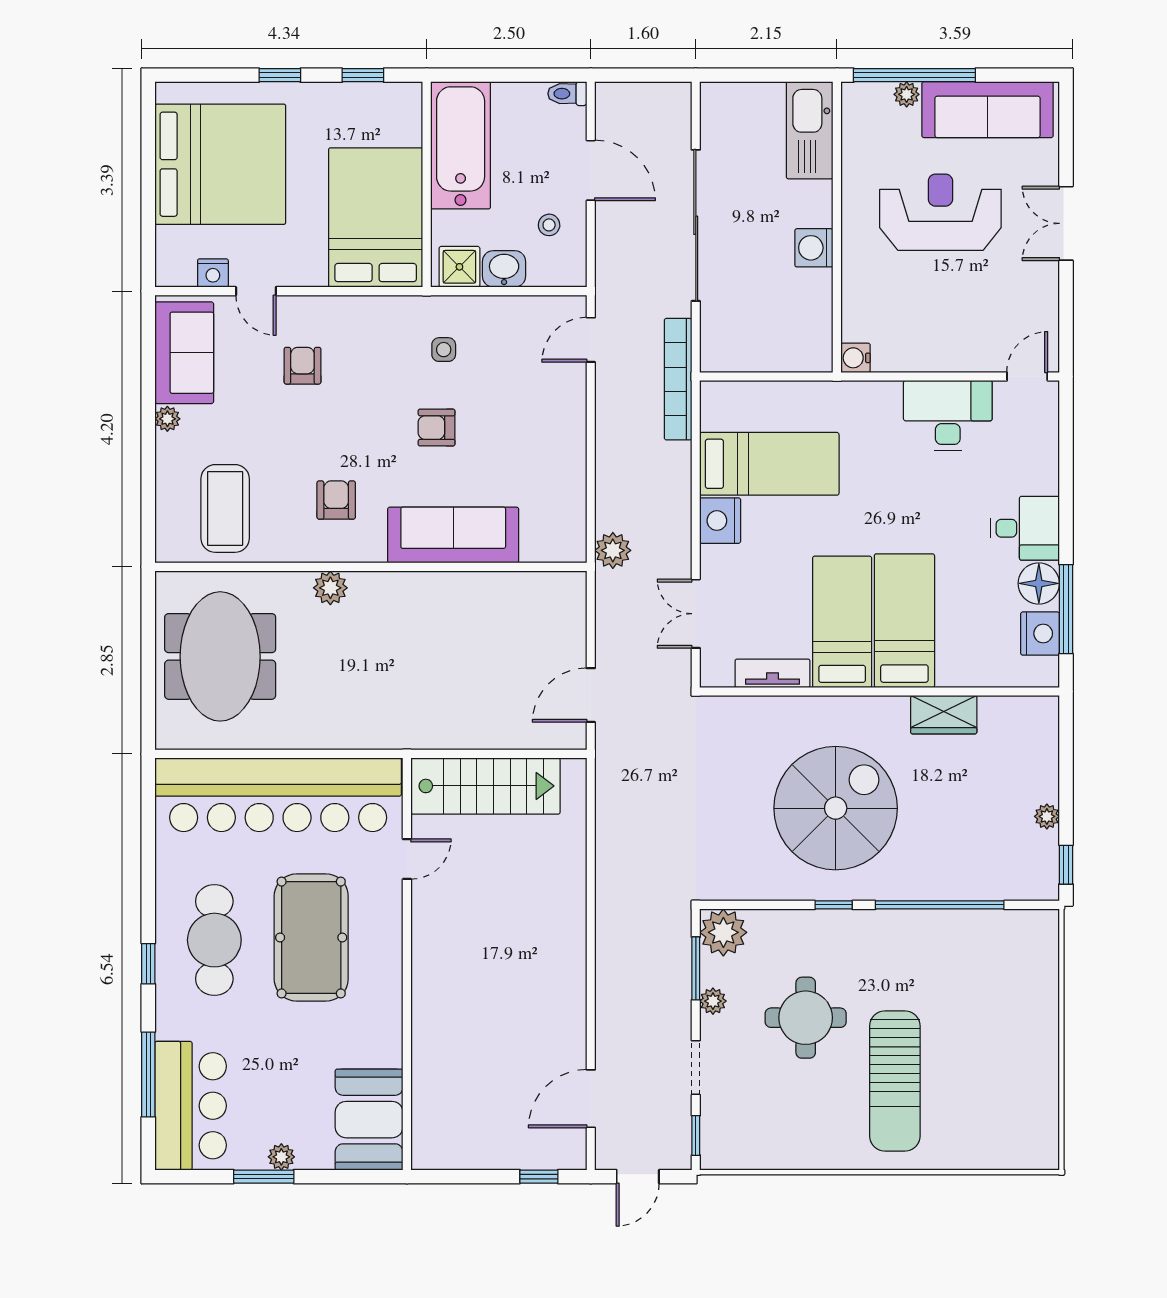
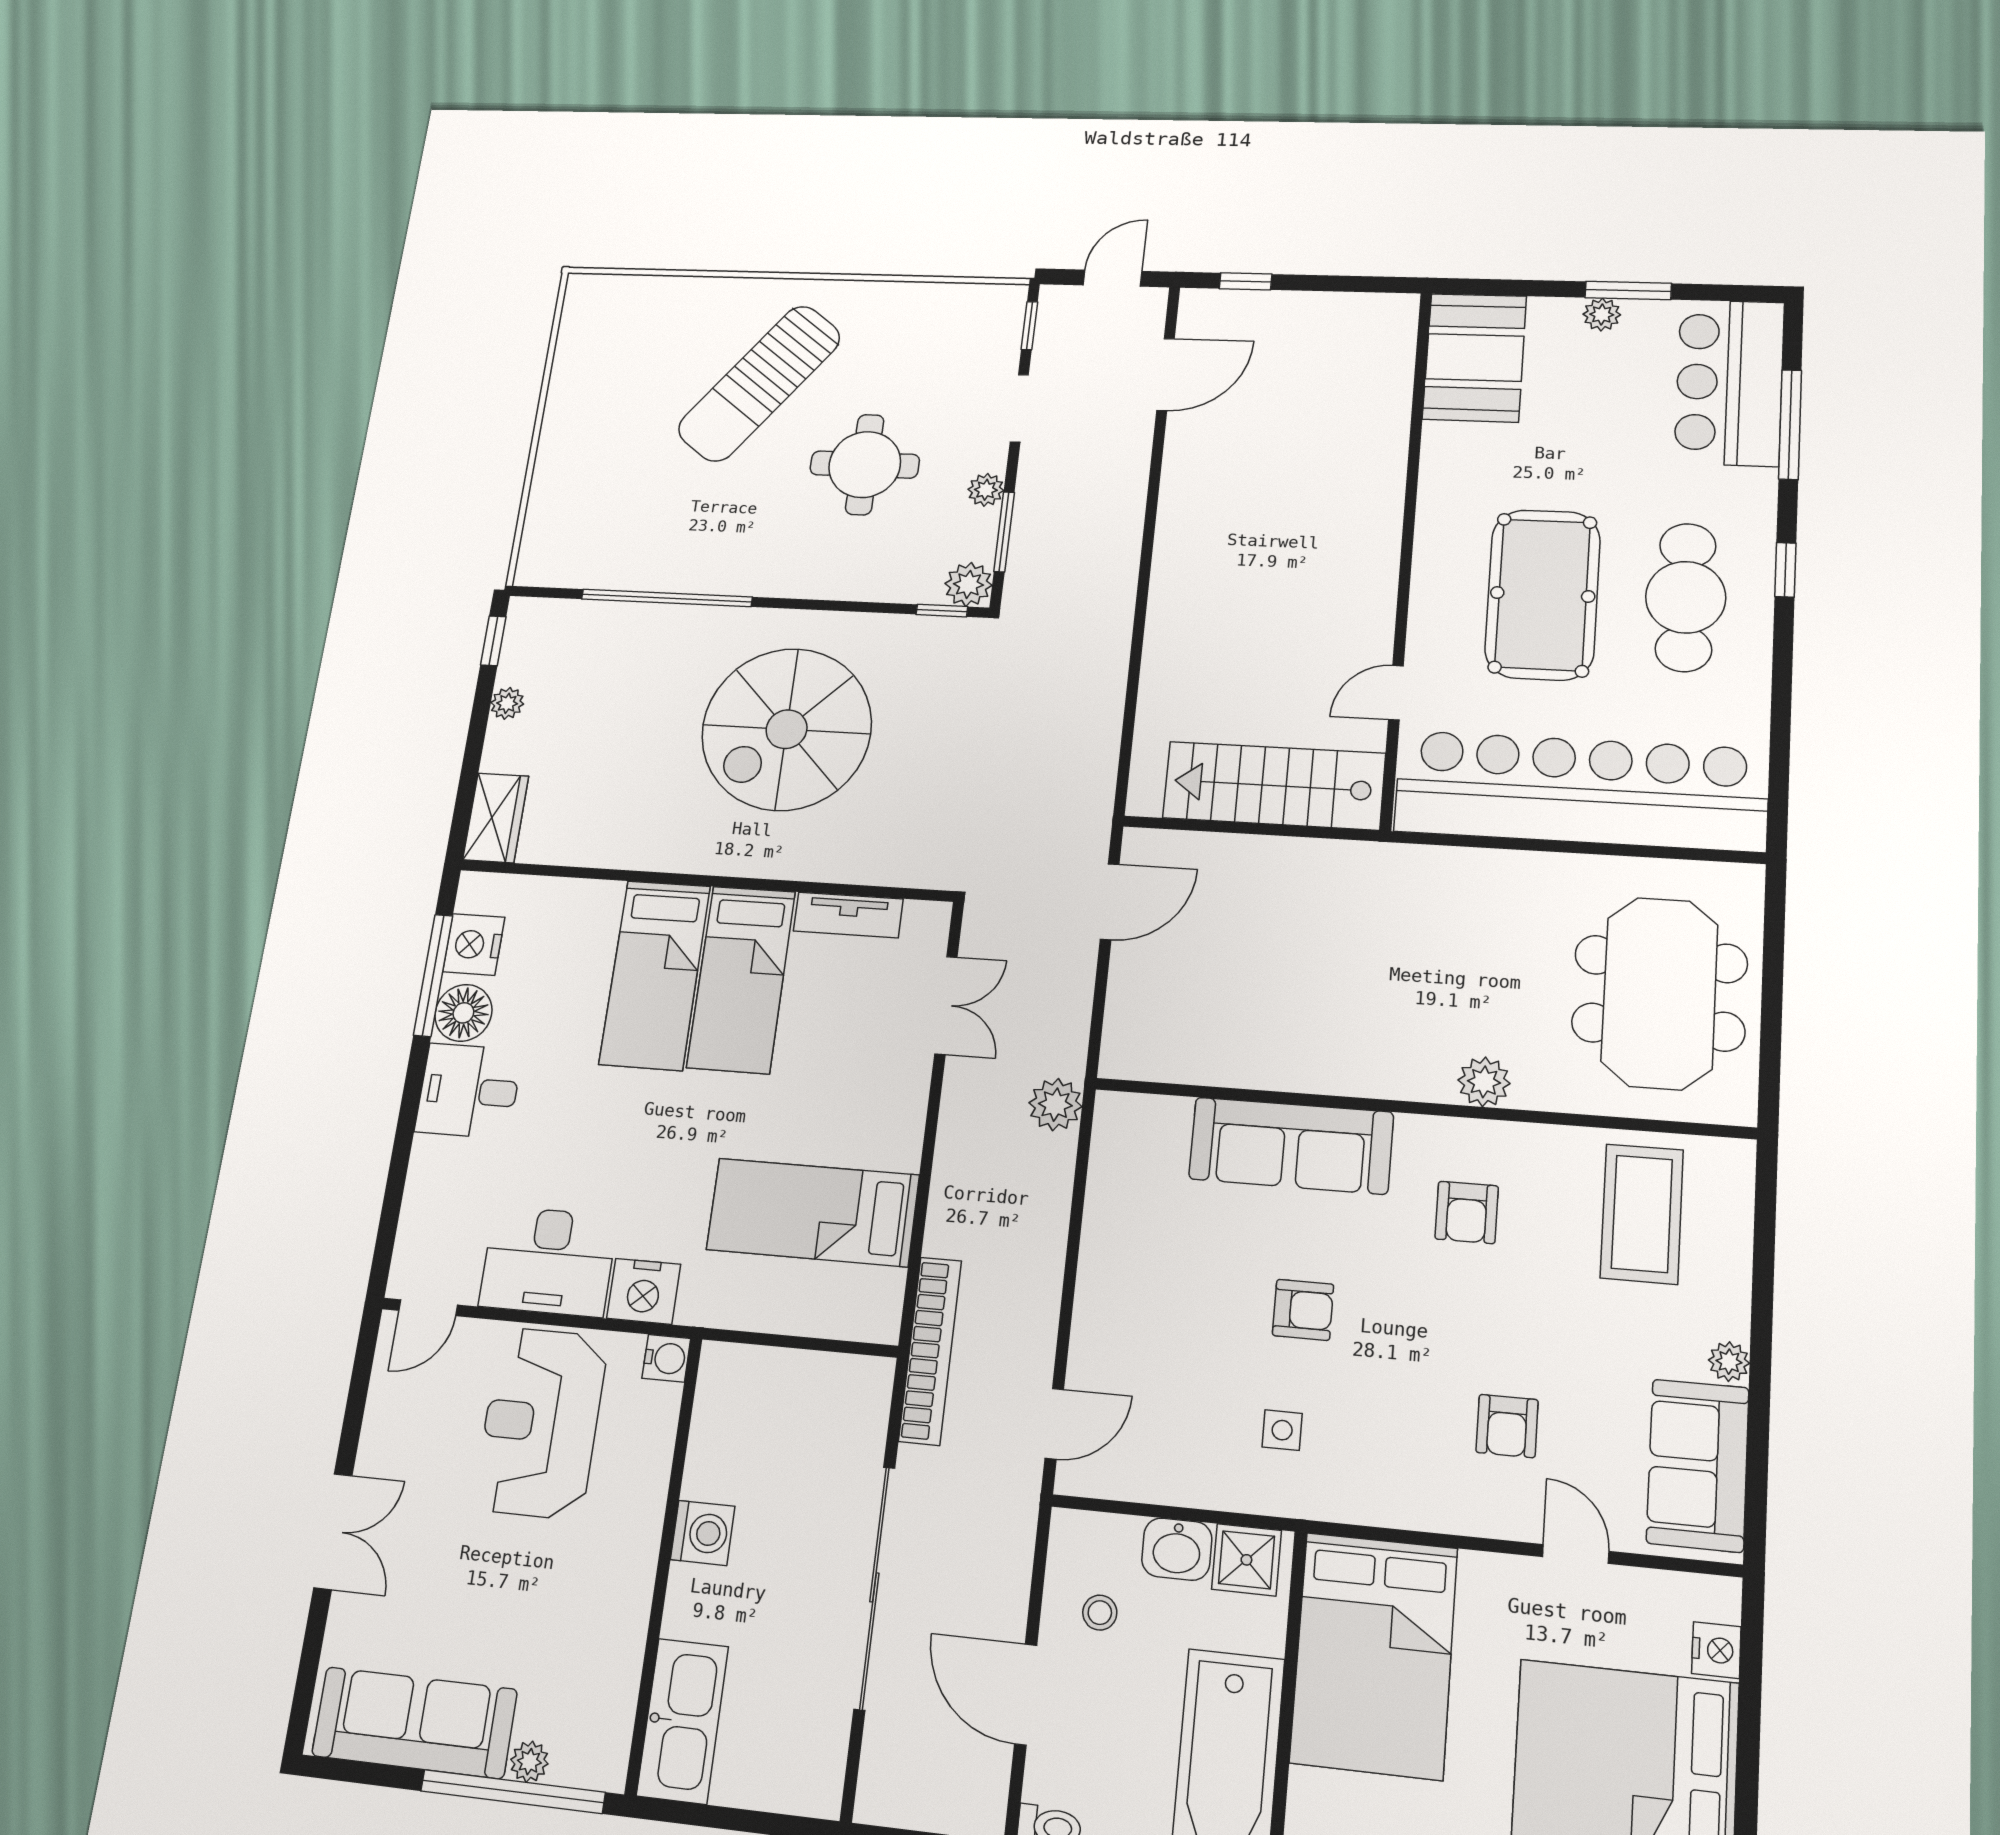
reception desk: (940, 212) -> (541, 1423), moved, turned 90
nightstand: (213, 273) -> (1716, 1650), moved, turned 90
nightstand: (720, 521) -> (644, 1291), moved, turned 90
wardrobe: (944, 715) -> (496, 818), moved, turned 90
window: (834, 905) -> (942, 611), moved
plant: (723, 932) -> (968, 584), width x0.73, depth x0.73
sun lounger: (895, 1081) -> (759, 383), turned -143

